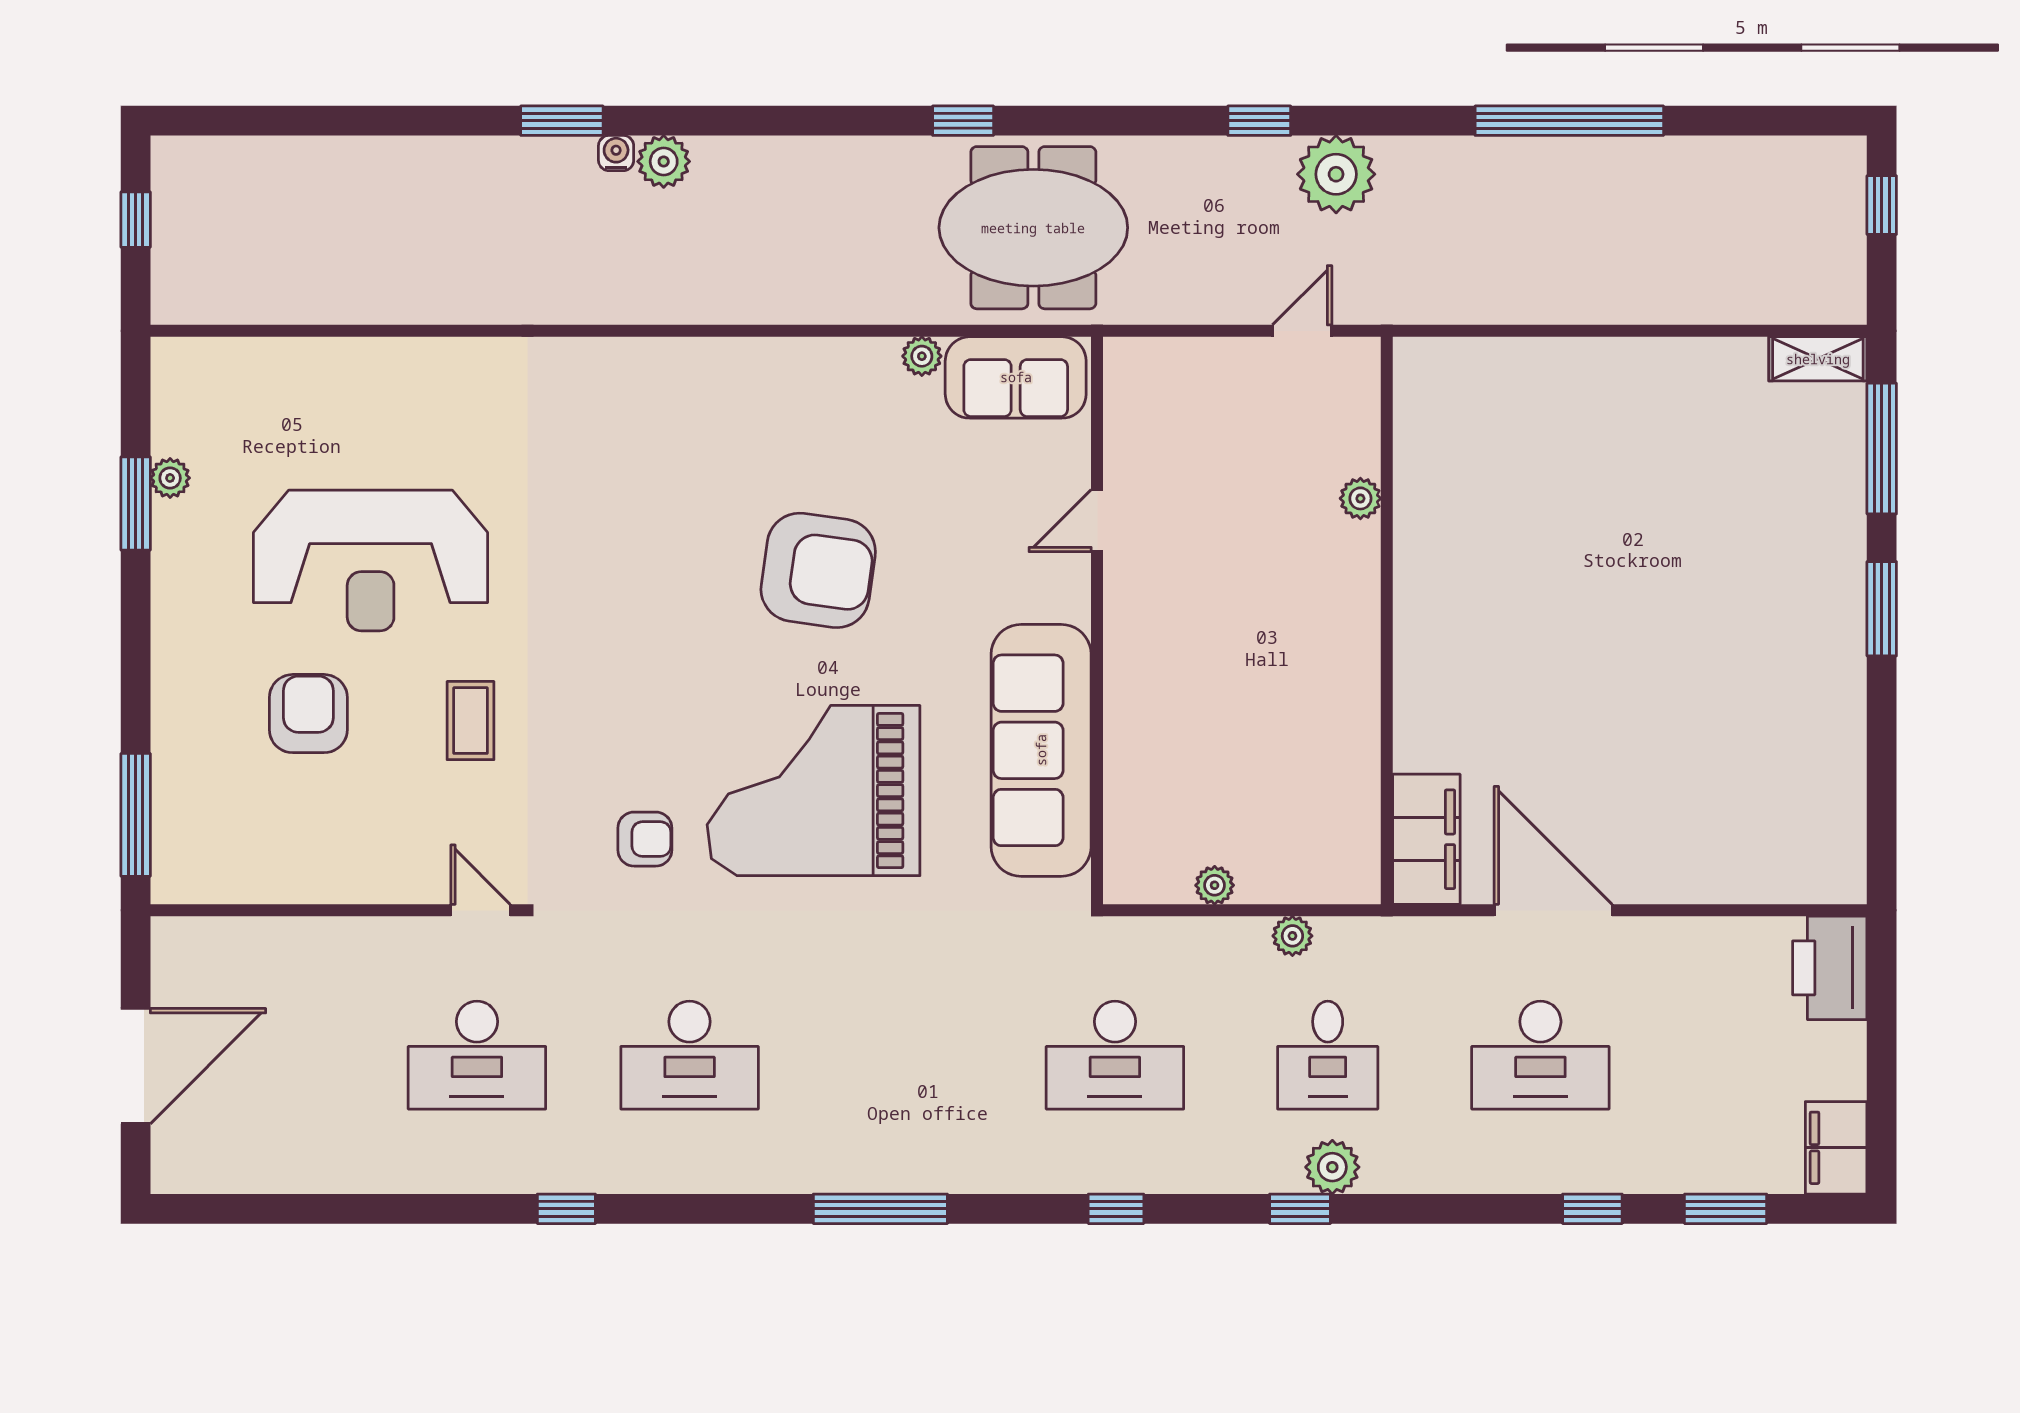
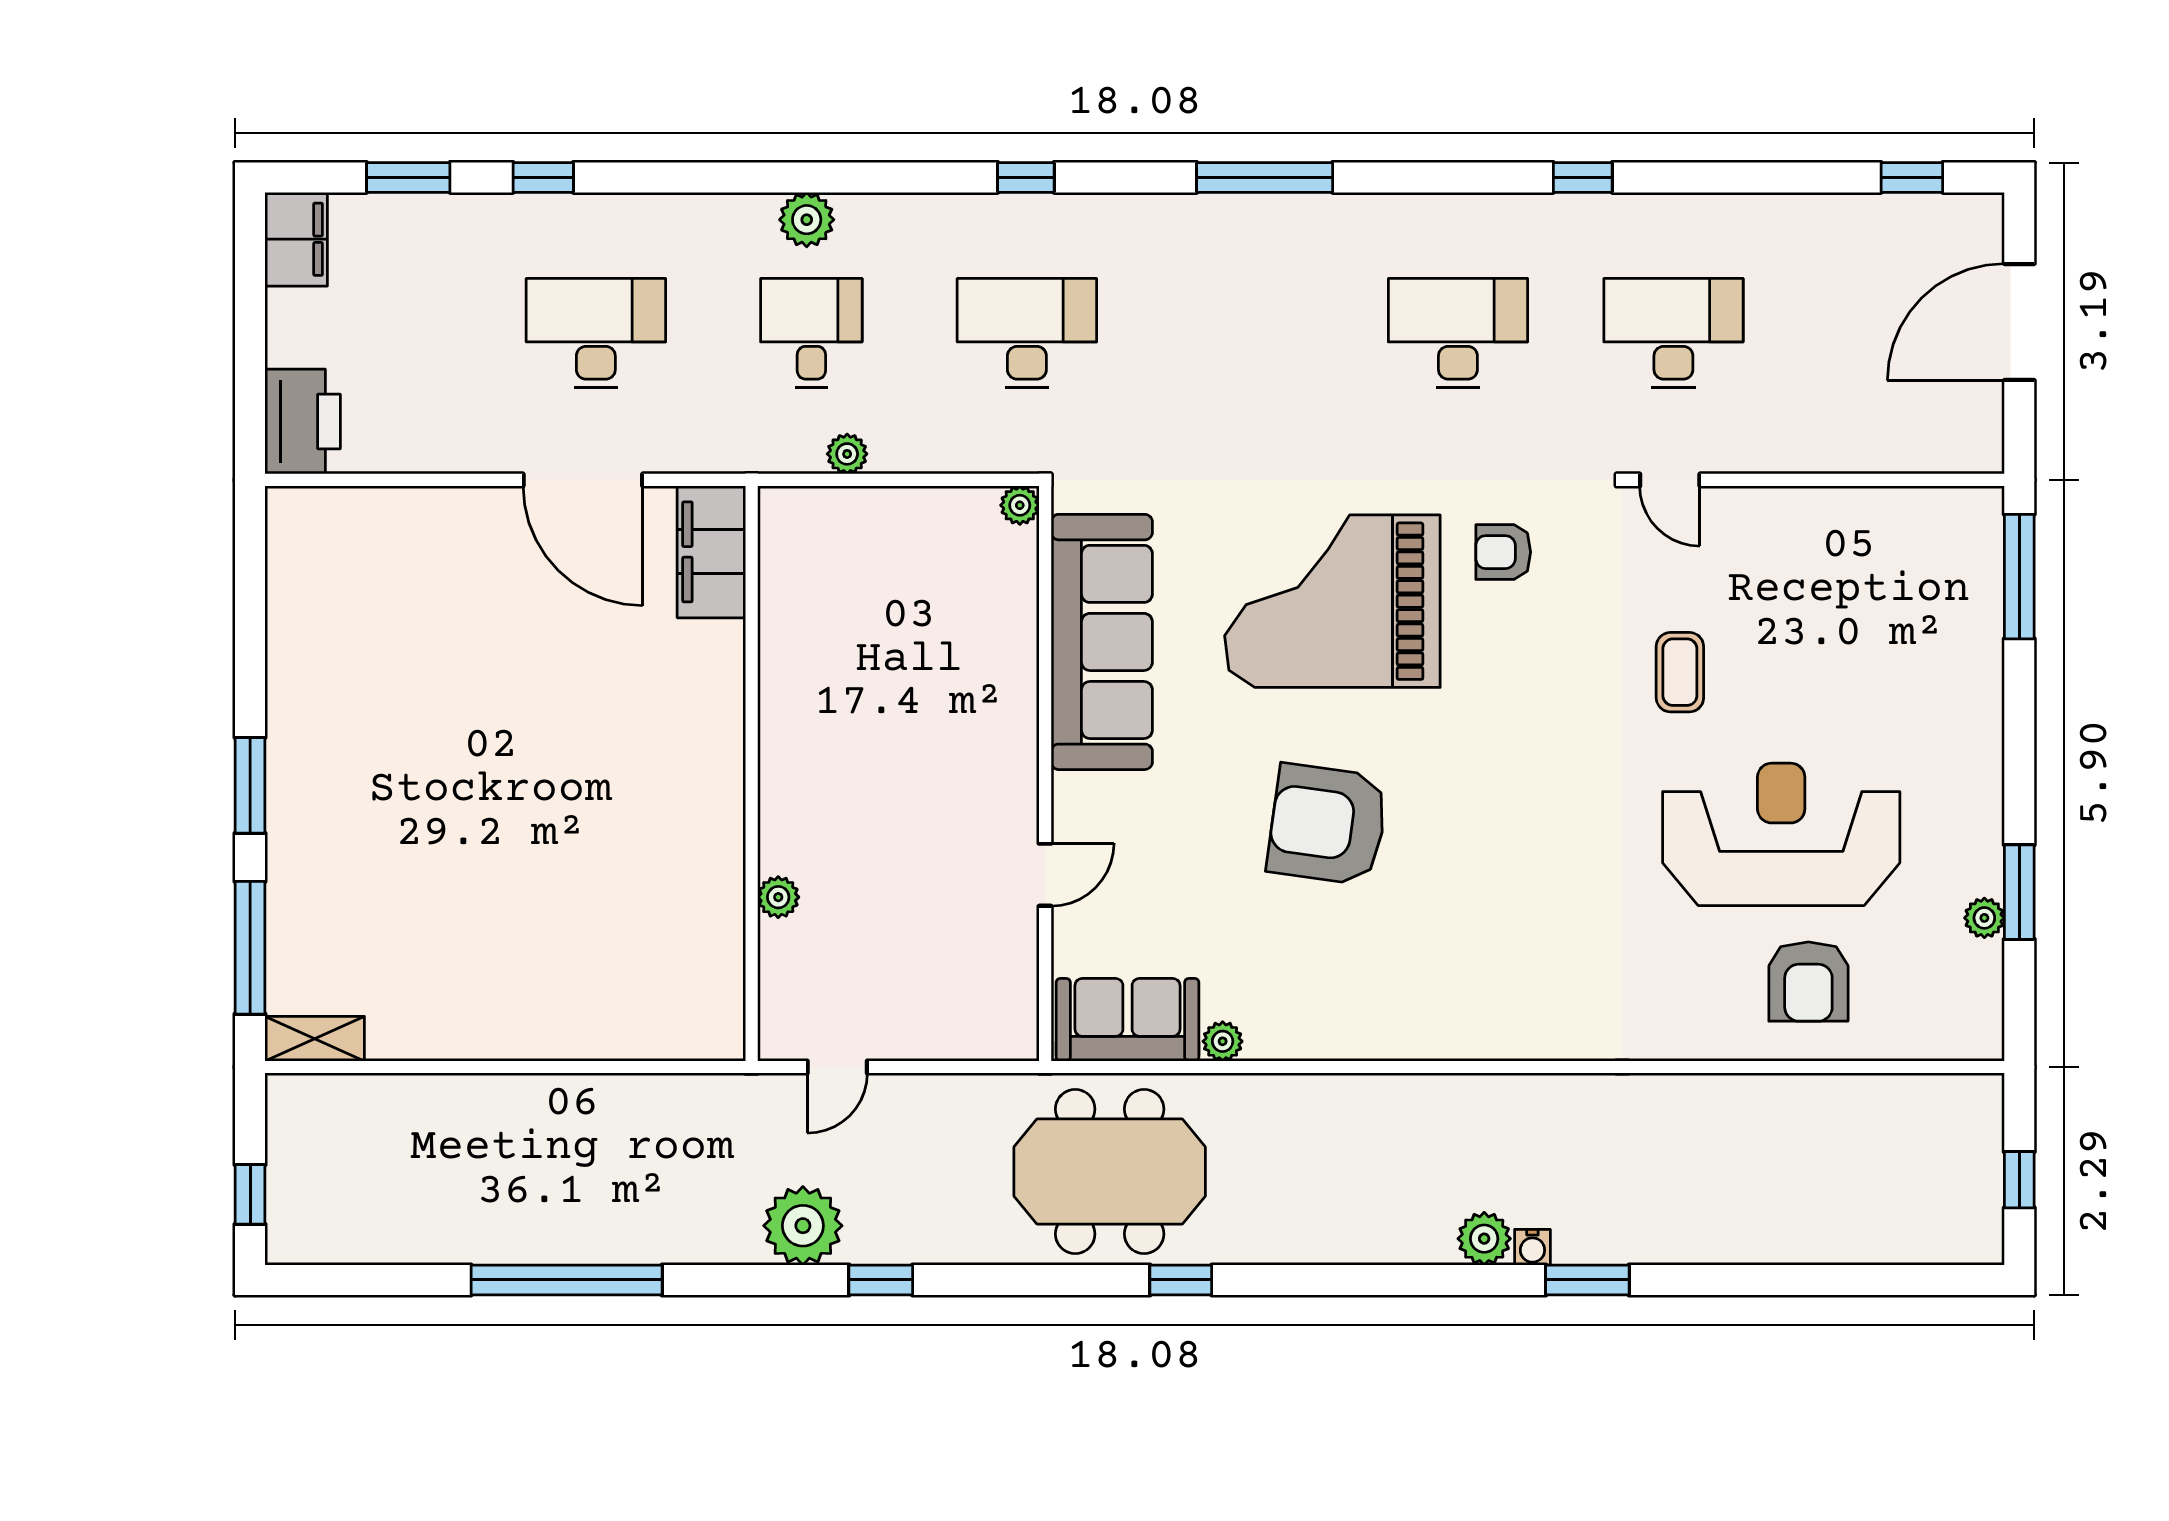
armchair: (308, 714) -> (1808, 982), moved
grand piano: (813, 791) -> (1332, 601), turned 180
plant: (1215, 885) -> (1020, 505), moved
window: (1300, 1209) -> (1912, 177), moved

